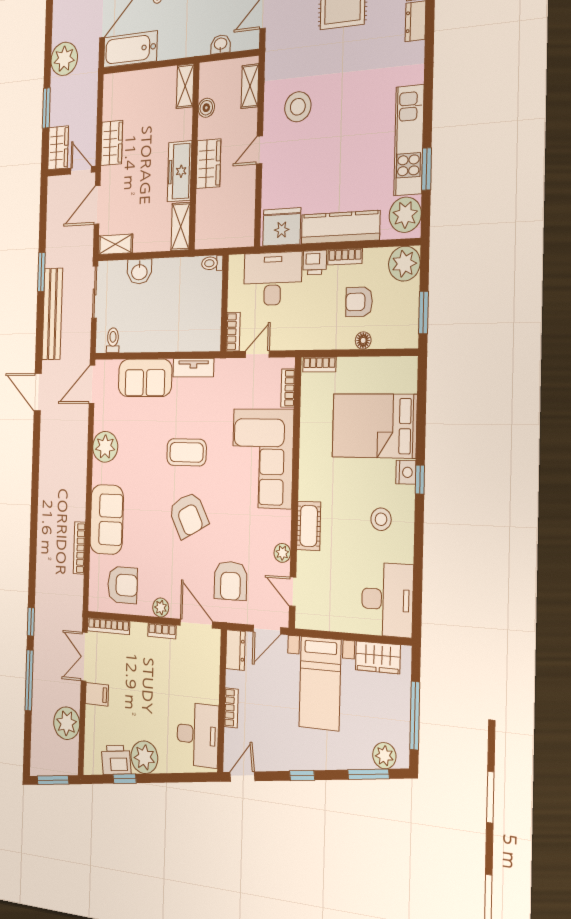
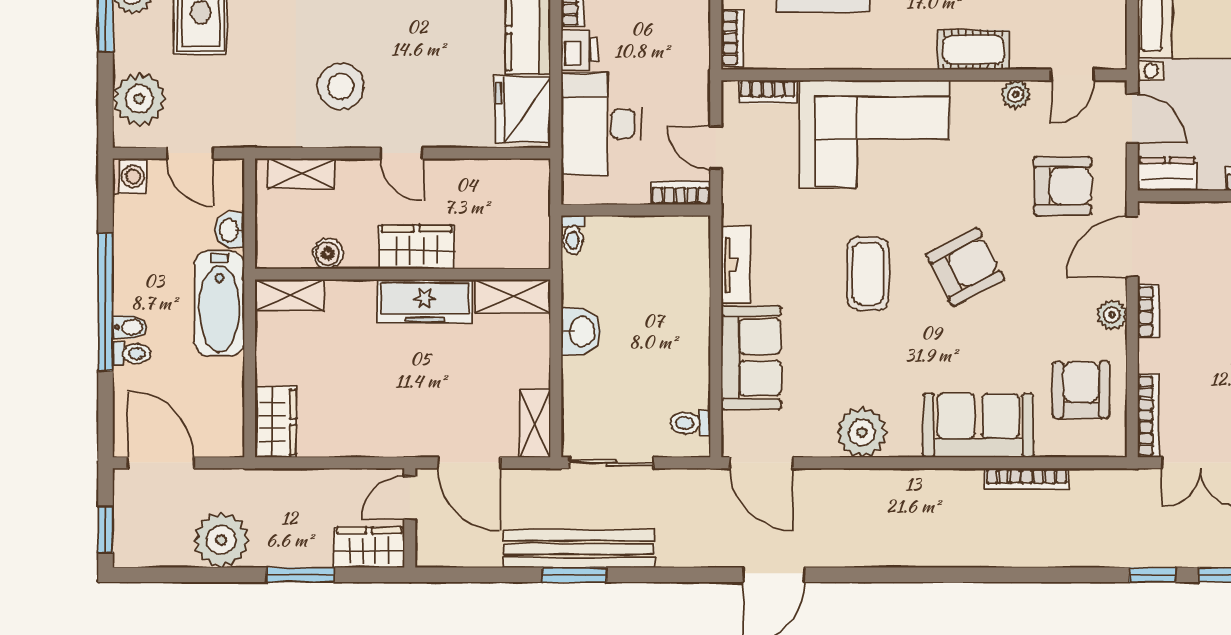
bathtub: (130, 49) -> (219, 303), moved
wardrobe: (112, 143) -> (276, 422), moved, turned 90
washbasin: (139, 271) -> (581, 331), moved
bench: (52, 314) -> (579, 549), moved

